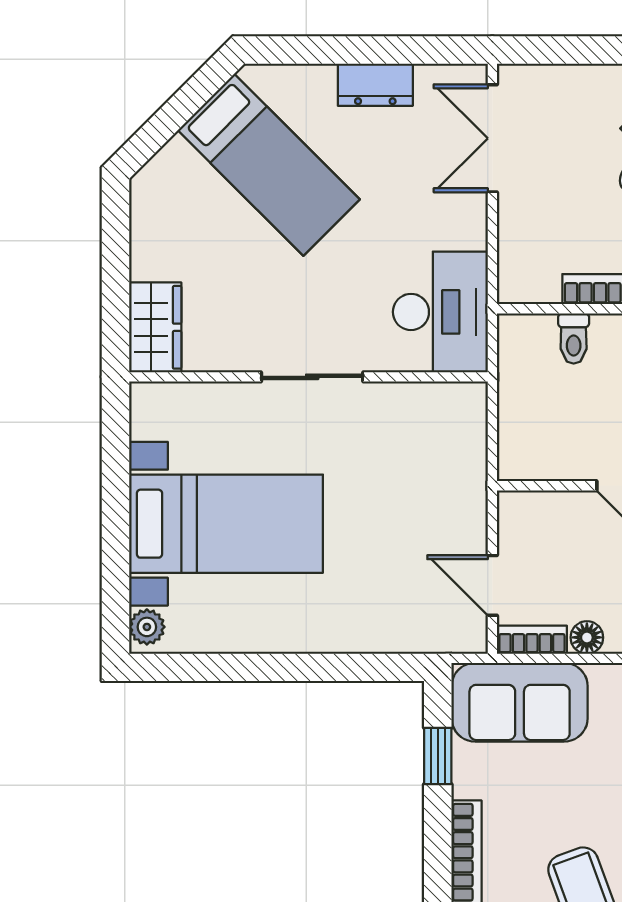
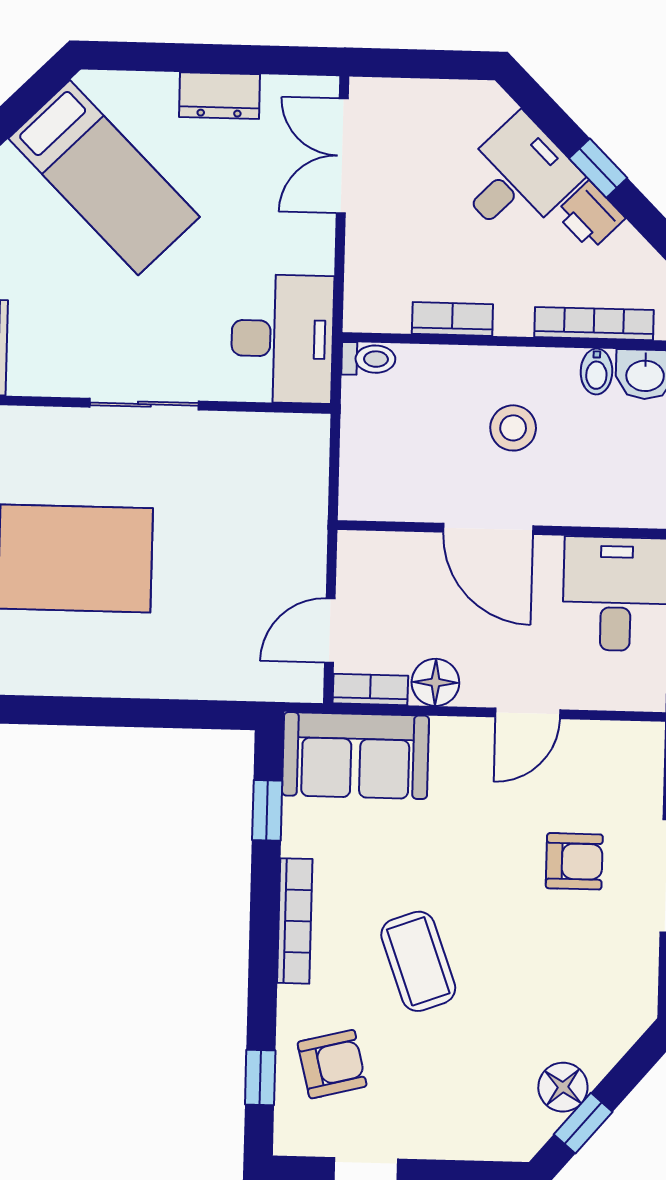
toilet: (574, 338) -> (369, 359), moved, turned -90
door: (492, 585) -> (330, 631), hinge flipped
floor lamp: (587, 637) -> (435, 682), width x1.37, depth x1.37

